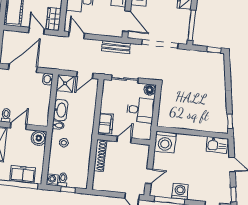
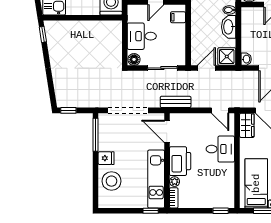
filing cabinet: (106, 124) -> (178, 17), width x0.50

